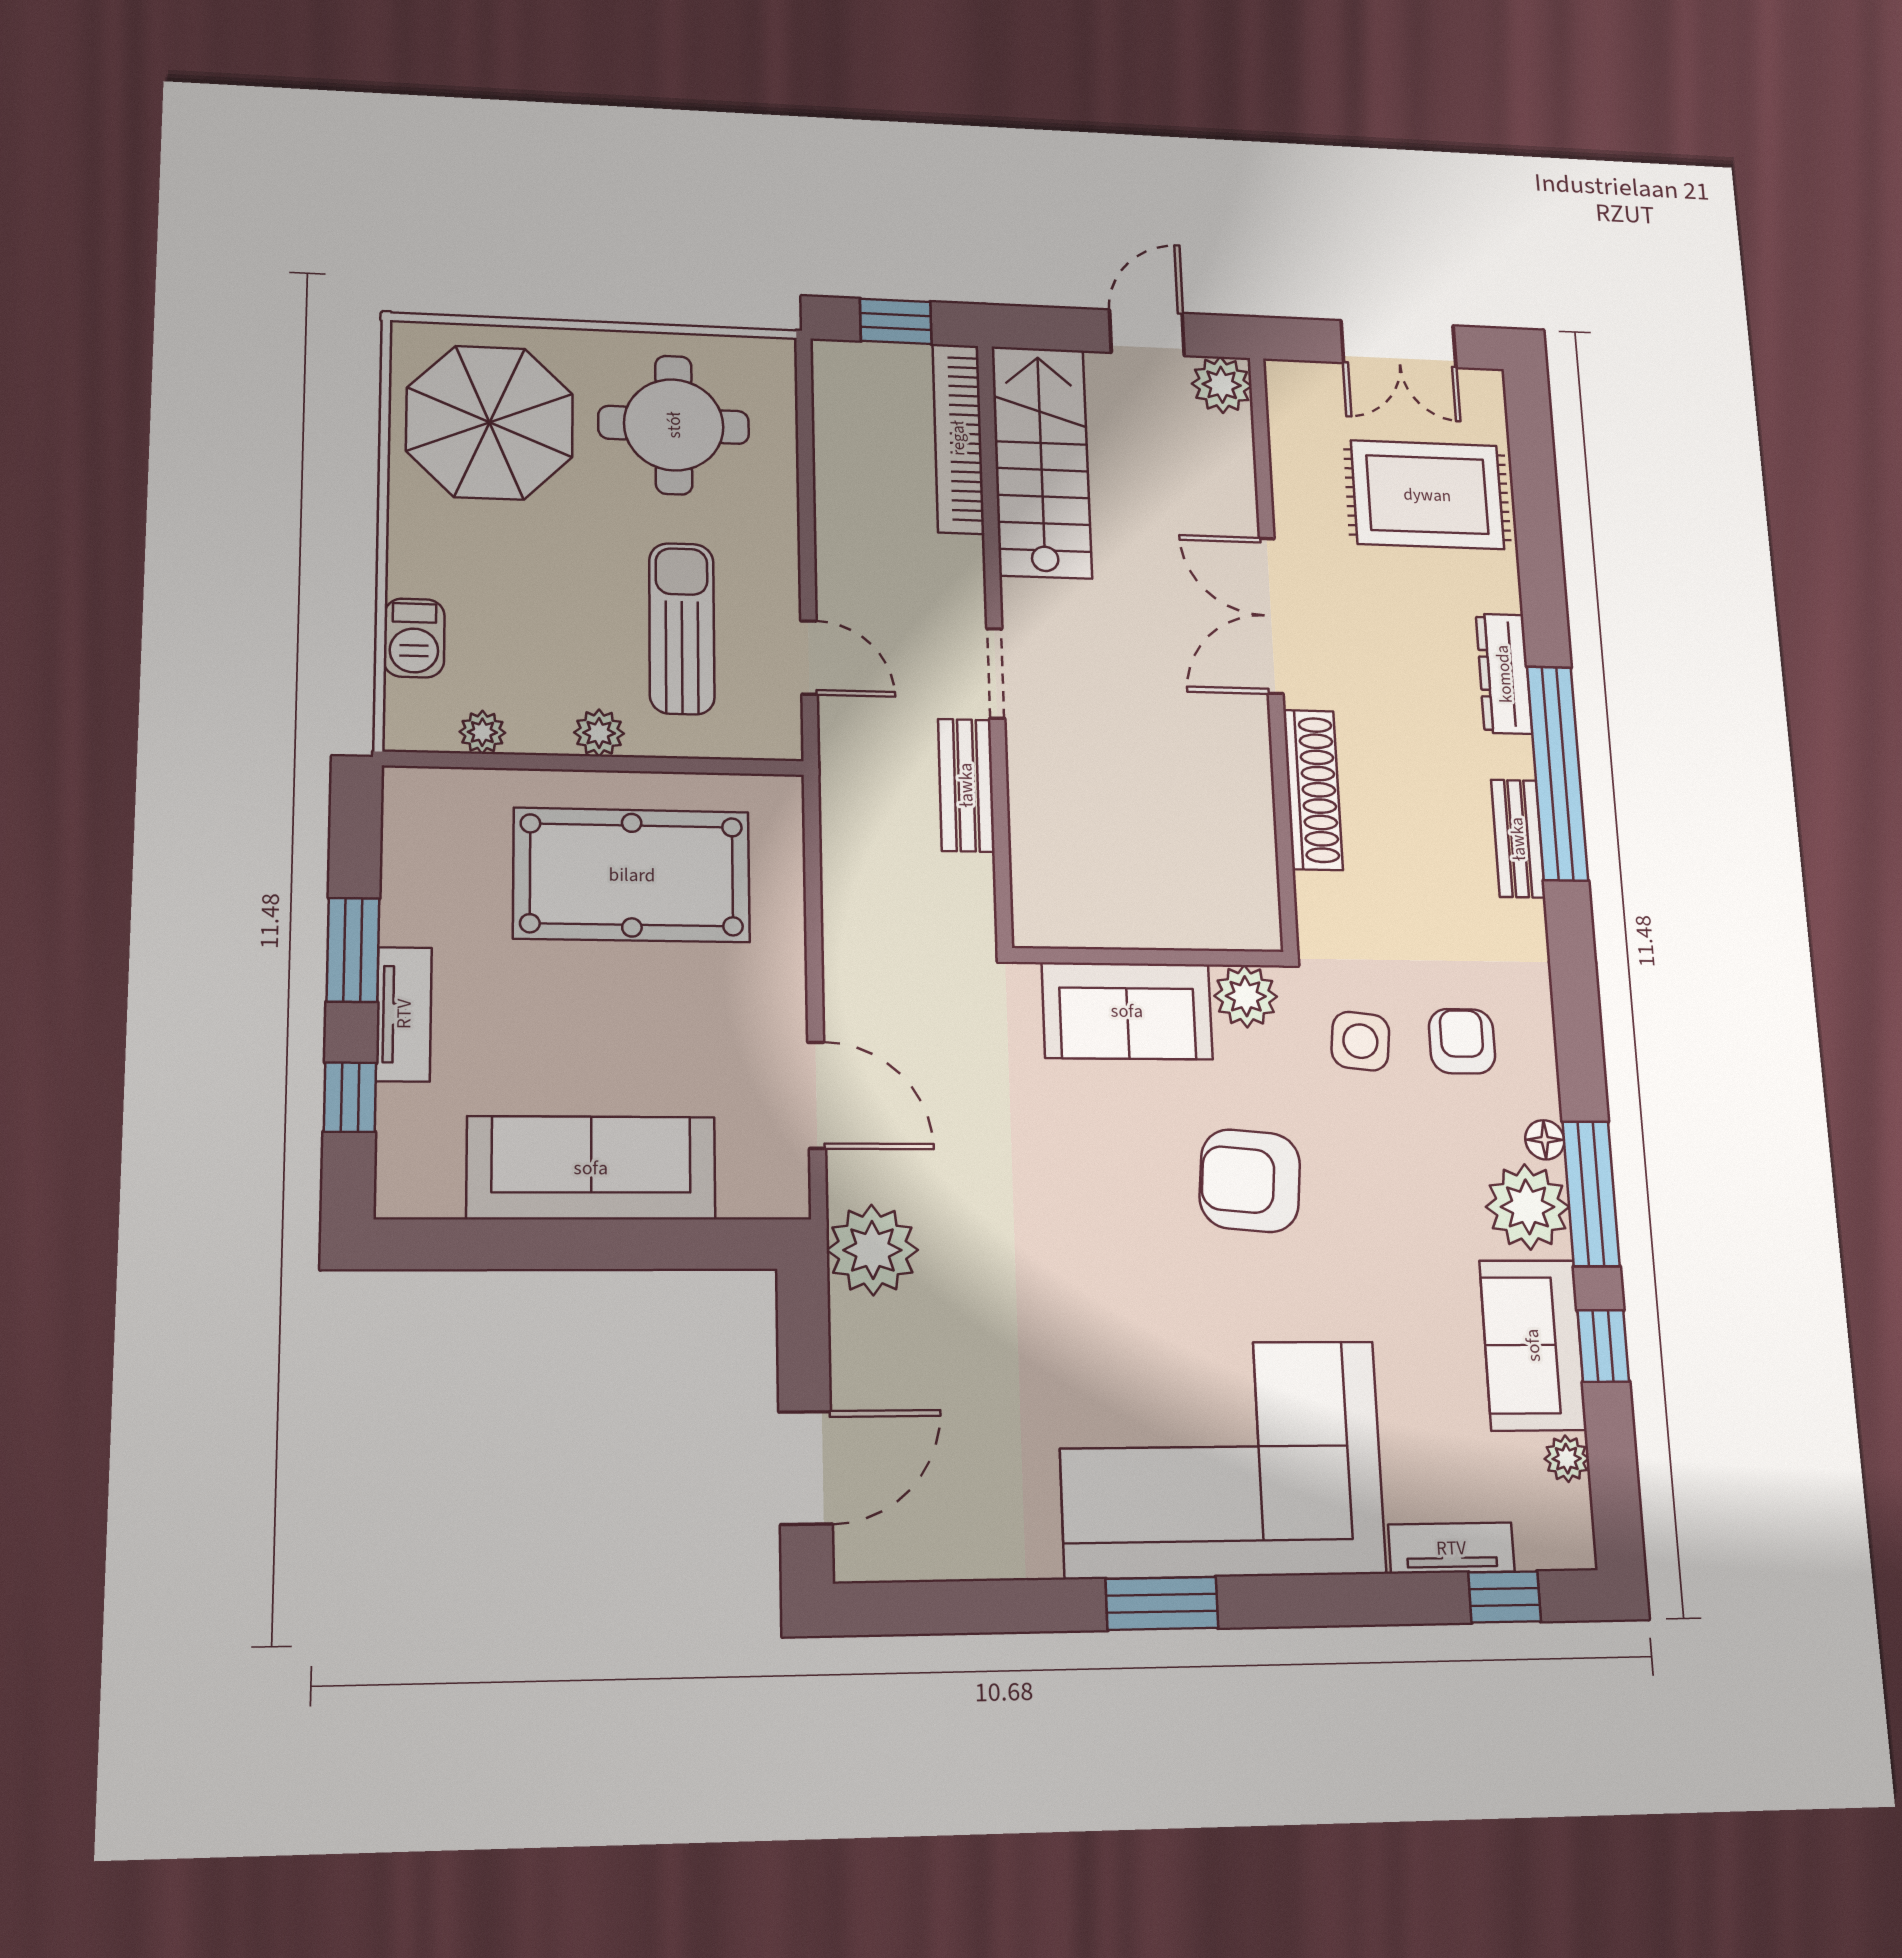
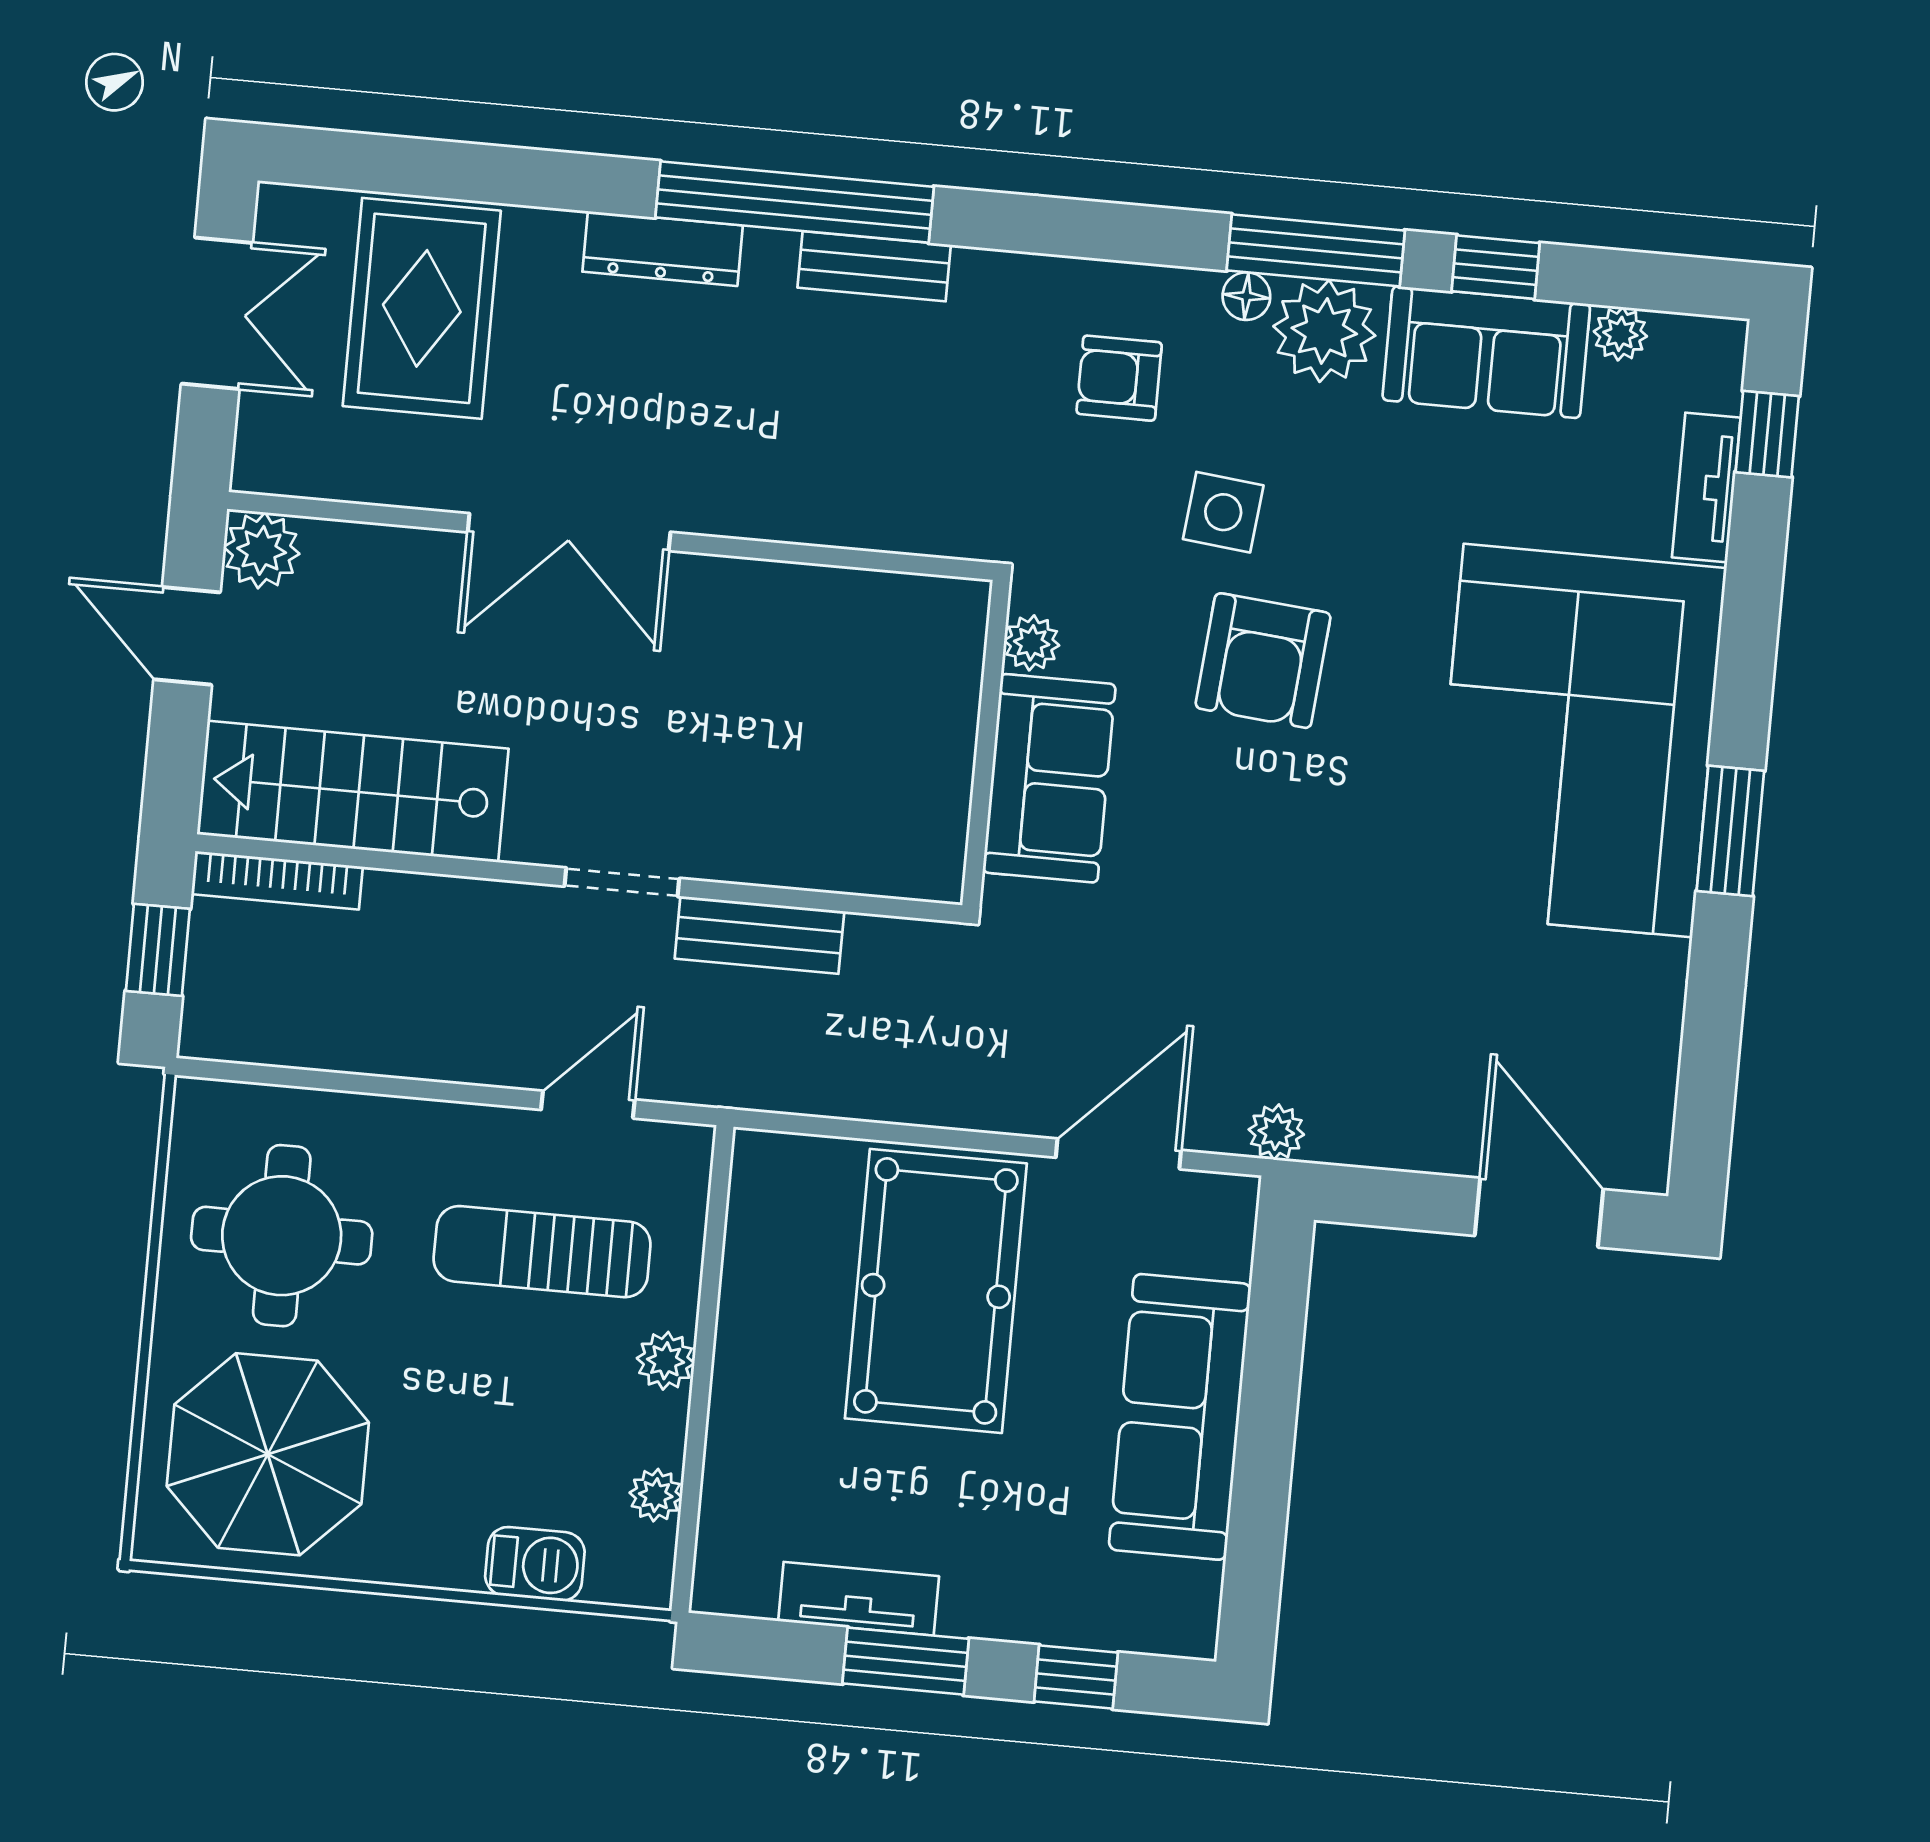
bookcase: (958, 438) -> (277, 880), width x0.68, depth x0.76
shoe rack: (1313, 790) -> (795, 513), removed
pool table: (632, 875) -> (936, 1291), moved
plant: (1246, 996) -> (1032, 643), width x0.73, depth x0.73
tv unit: (404, 1014) -> (859, 1599), moved
side table: (1360, 1041) -> (1223, 512), moved
plant: (872, 1250) -> (1276, 1132), width x0.53, depth x0.53

